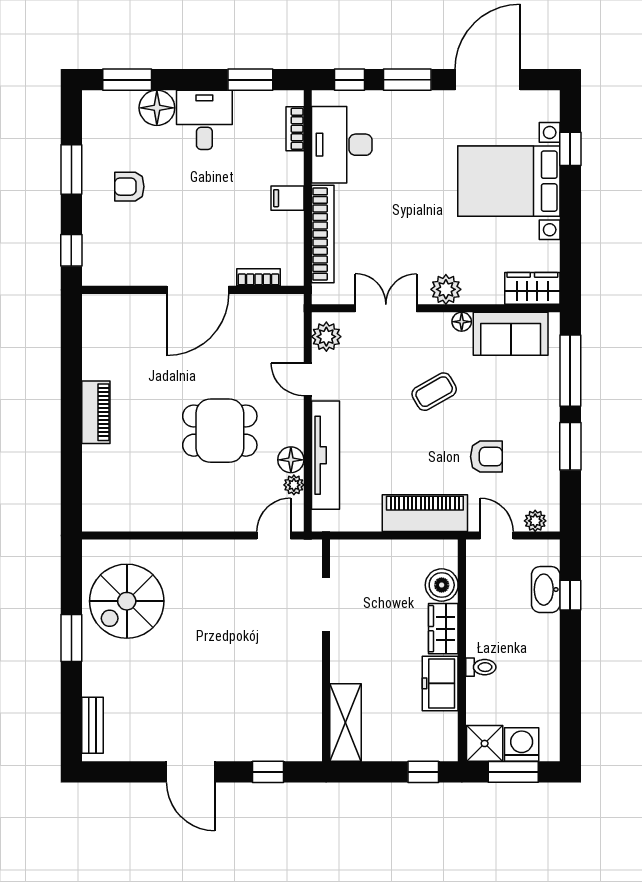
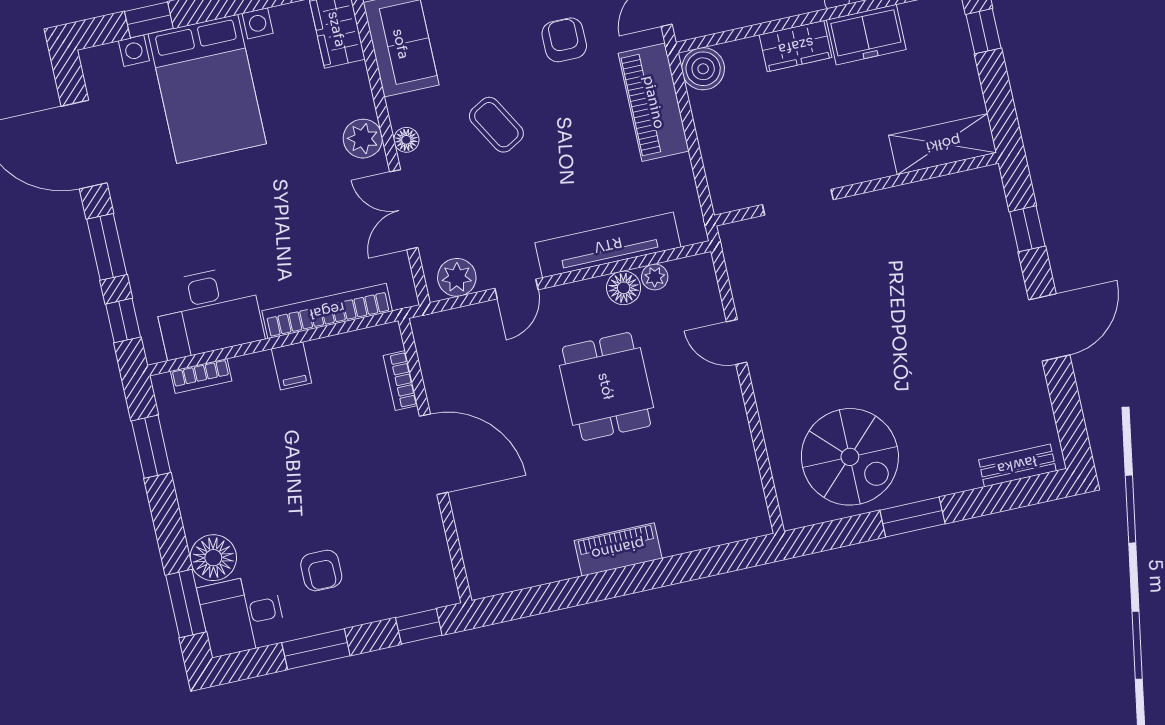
desk: (204, 120) -> (242, 615), moved
floor lamp: (462, 322) -> (406, 140), moved
door: (274, 535) -> (737, 342), moved
boiler: (442, 585) -> (703, 69), moved

